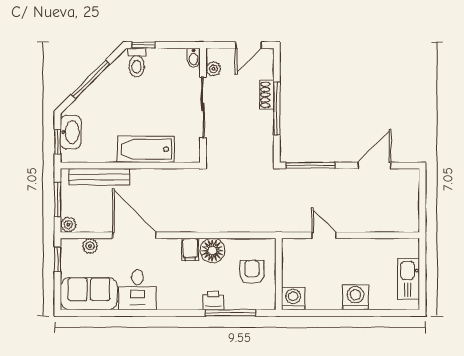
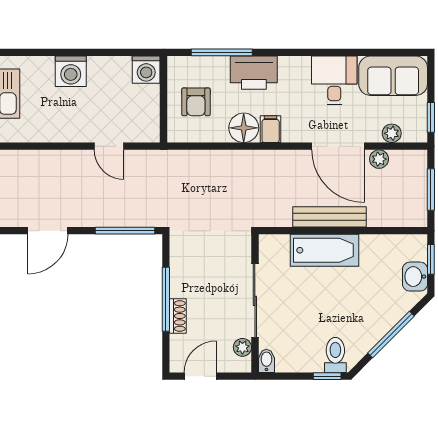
washbasin: (71, 132) -> (415, 277), width x0.72
bench: (99, 177) -> (329, 217), moved
plant: (68, 225) -> (379, 159), moved
printer: (213, 301) -> (254, 73), width x1.87, depth x1.48

